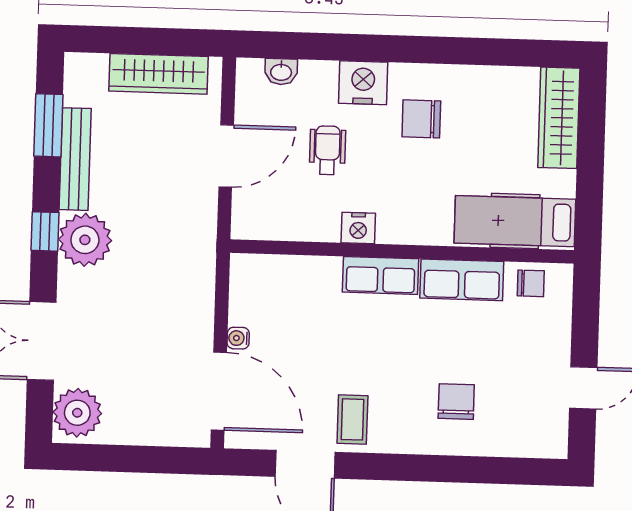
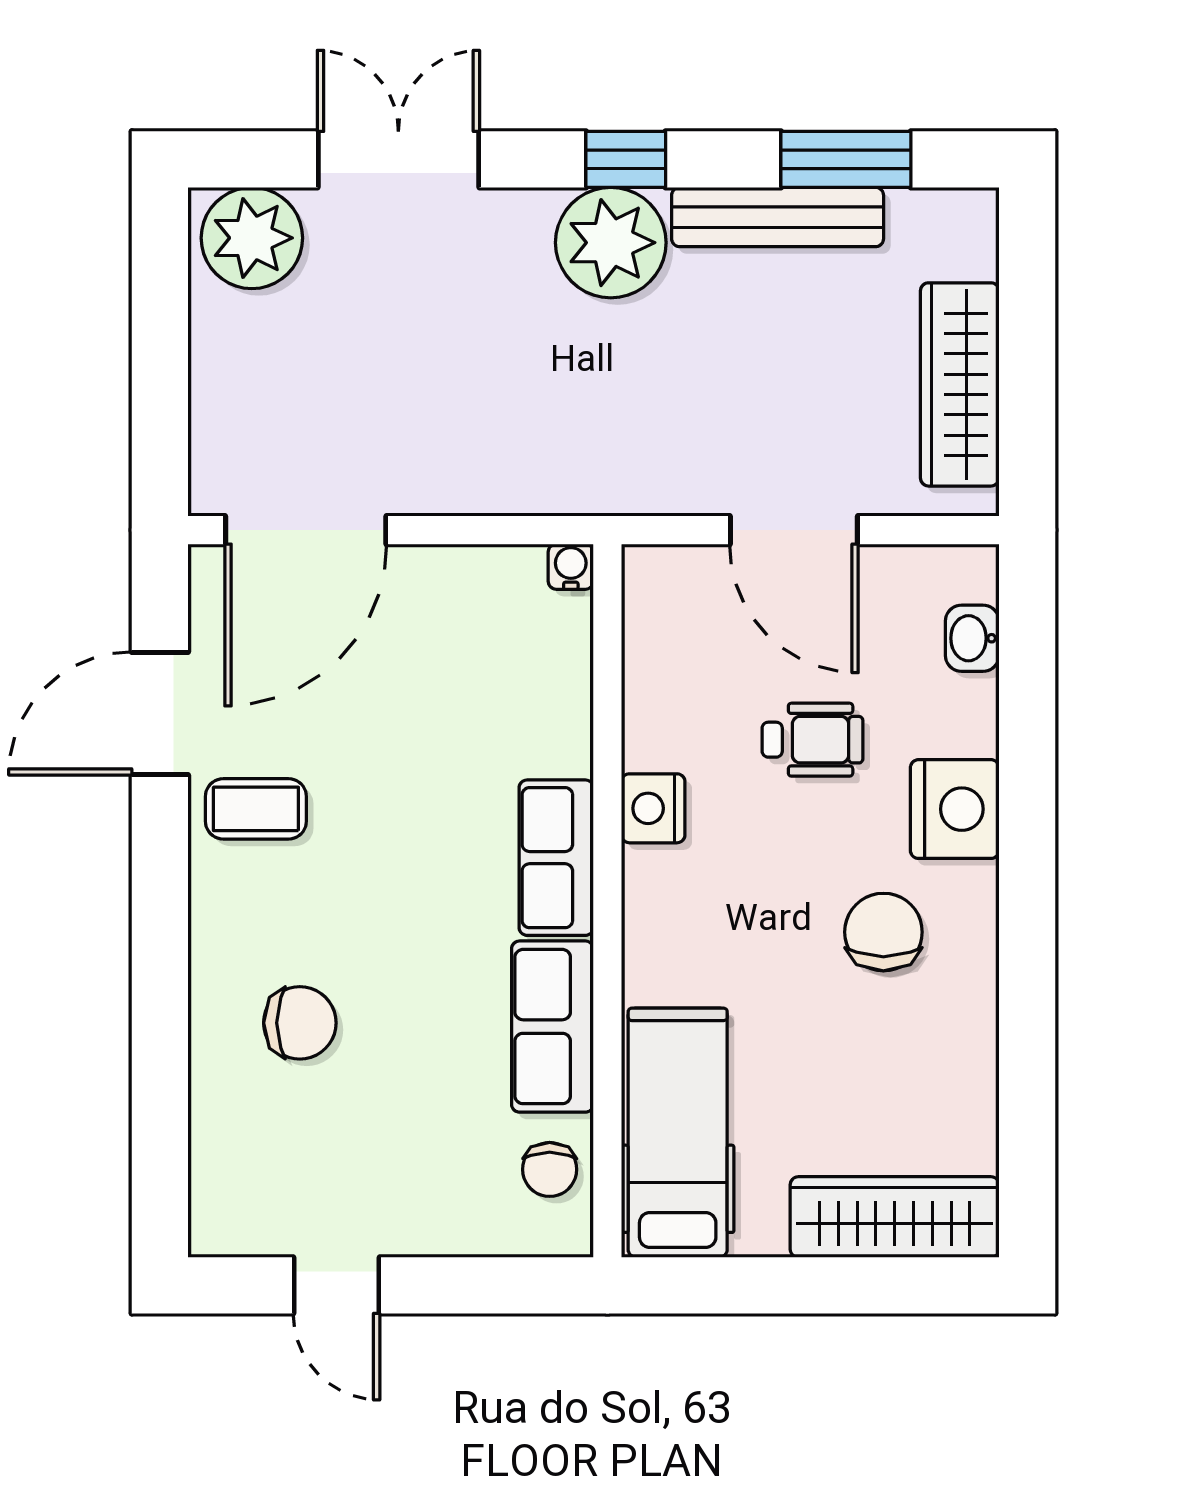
water cooler: (238, 338) -> (571, 567), moved

